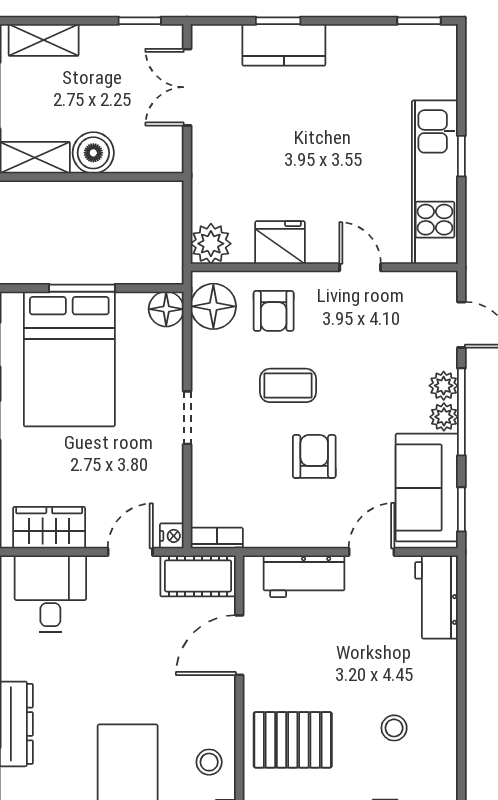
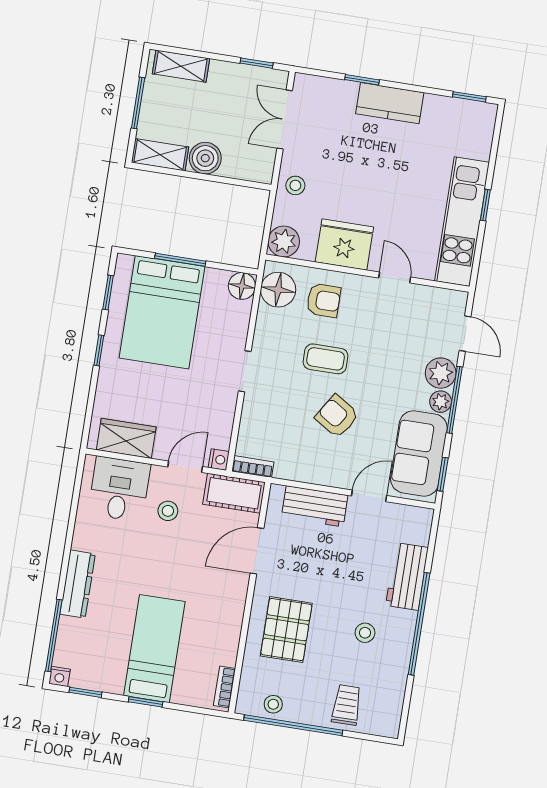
kitchen counter: (284, 45) -> (390, 103), moved
stool: (214, 169) -> (295, 185), added
fridge: (280, 242) -> (344, 245), width x1.36, depth x1.34
armchair: (274, 311) -> (324, 300), turned -90
plant: (444, 386) -> (441, 373), width x1.38, depth x1.38
armchair: (314, 456) -> (337, 416), turned -58
workbench: (436, 597) -> (407, 576), moved
window: (461, 706) -> (419, 624), added
pallet: (293, 740) -> (286, 630), turned 90
stool: (209, 762) -> (168, 511), moved

